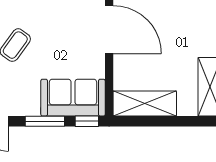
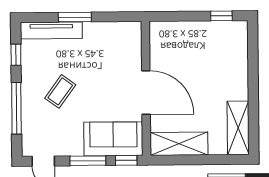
door: (109, 30) -> (146, 93), moved

